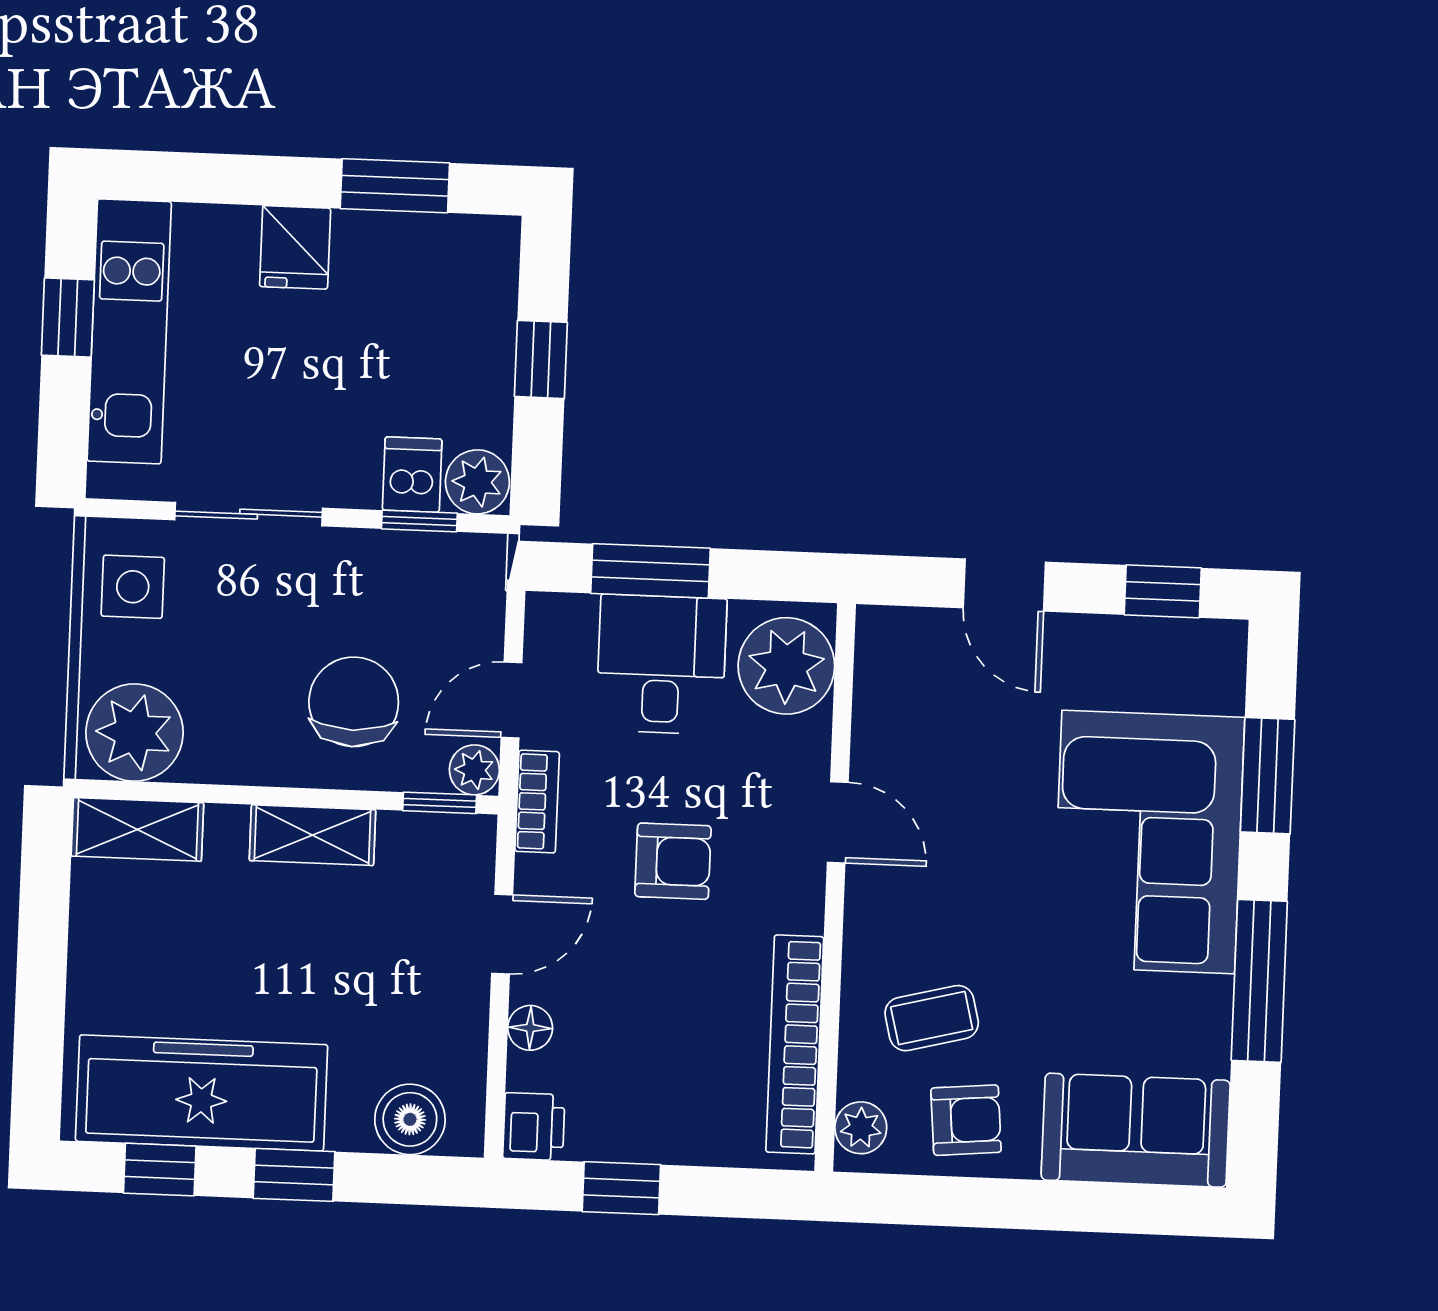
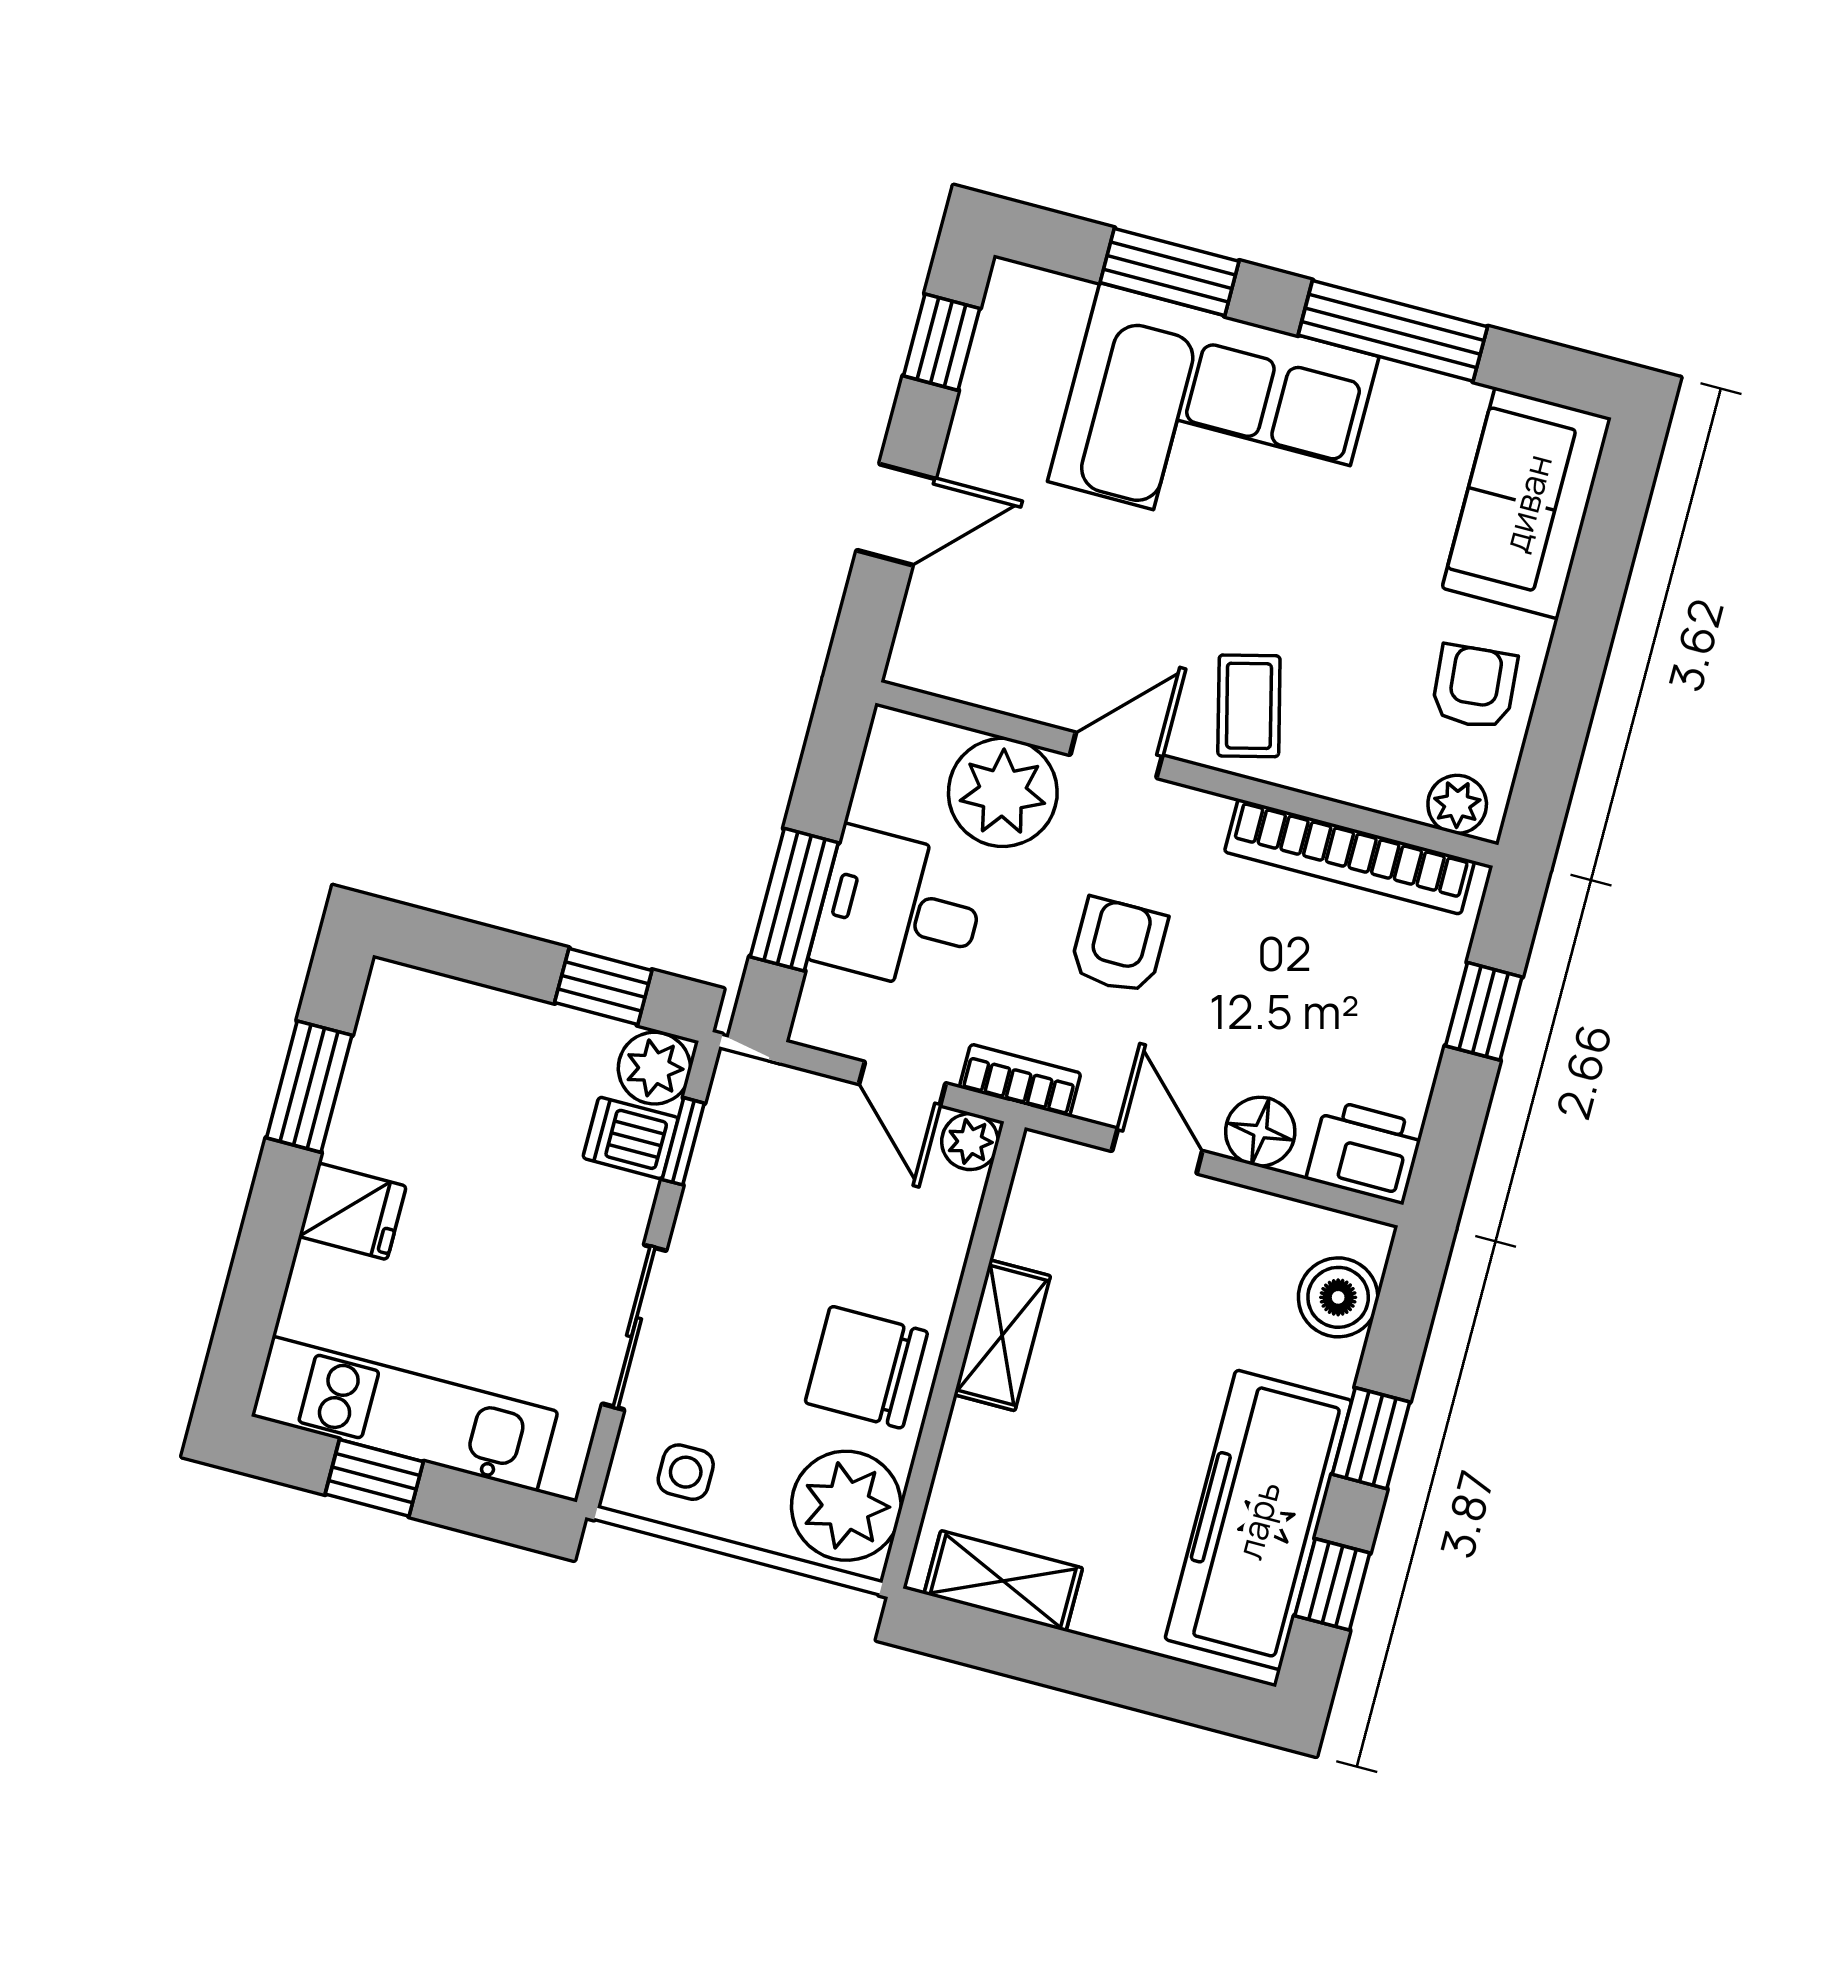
window: (541, 359) -> (603, 987), moved
side table: (133, 587) -> (686, 1472), width x0.73, depth x0.73
plant: (786, 666) -> (1003, 792), moved
chair: (354, 702) -> (866, 1367), moved
window: (440, 803) -> (998, 1188), removed
shelving: (137, 829) -> (1003, 1581), moved, turned 90
coffee table: (932, 1018) -> (1249, 706), moved
floor lamp: (530, 1028) -> (1260, 1132), width x1.37, depth x1.37
printer: (534, 1127) -> (1365, 1152), width x1.36, depth x1.24
window: (621, 1188) -> (1484, 1011), moved

